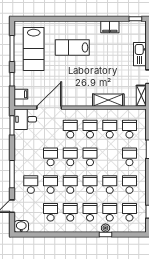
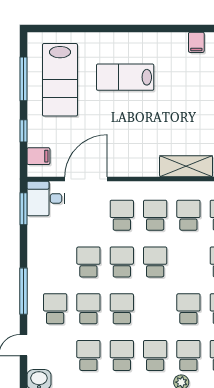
filing cabinet: (110, 27) -> (196, 42), width x0.50
school desk: (90, 185) -> (155, 309), removed

